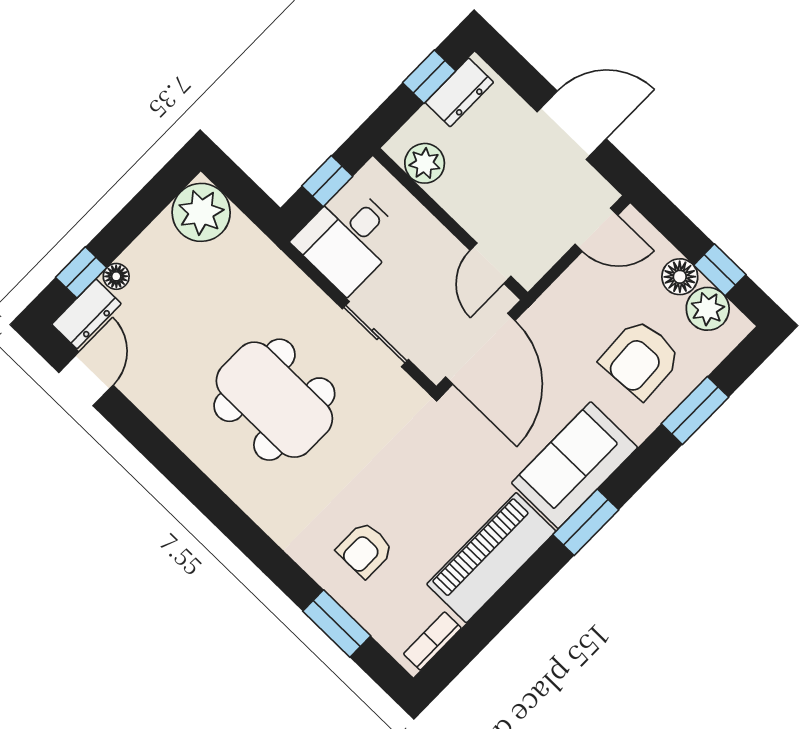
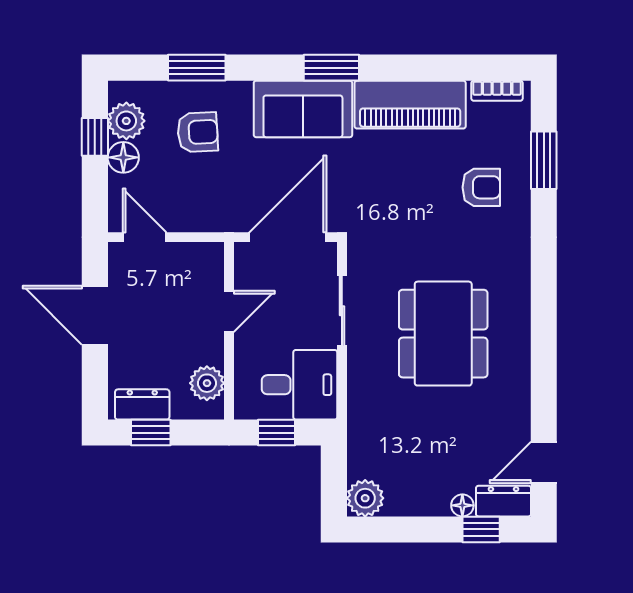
plant: (201, 212) -> (365, 498), width x0.73, depth x0.73
door: (491, 263) -> (229, 311), moved
armchair: (641, 359) -> (198, 132), width x0.72, depth x0.72

